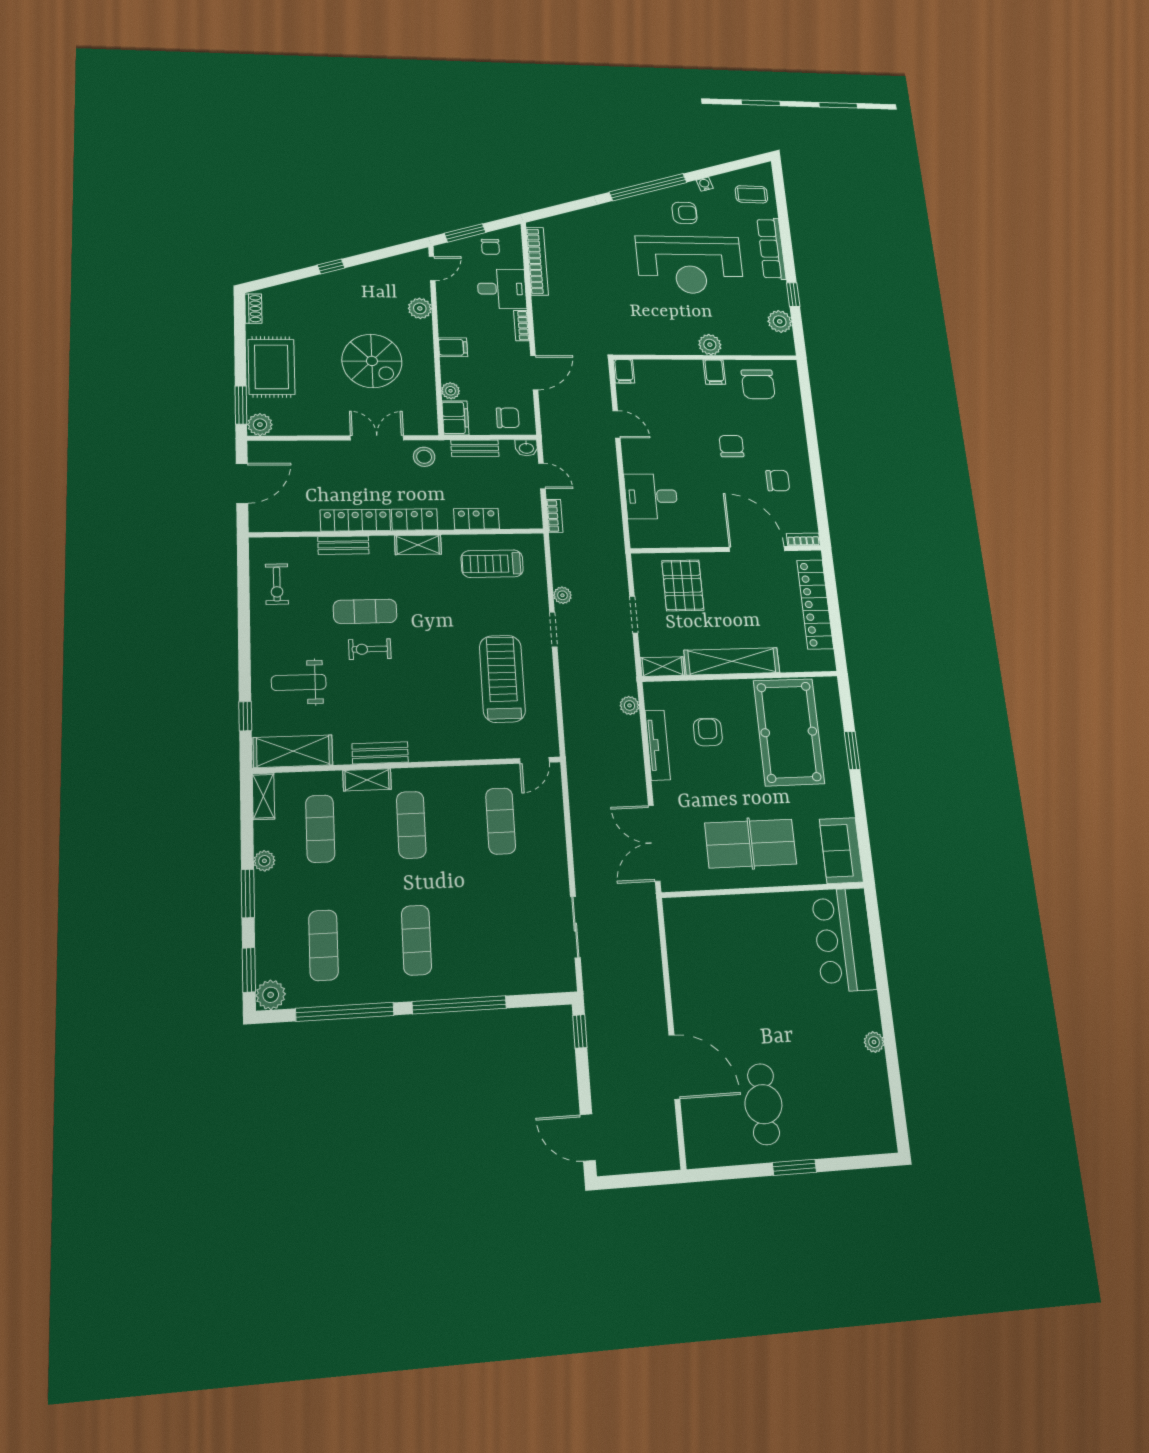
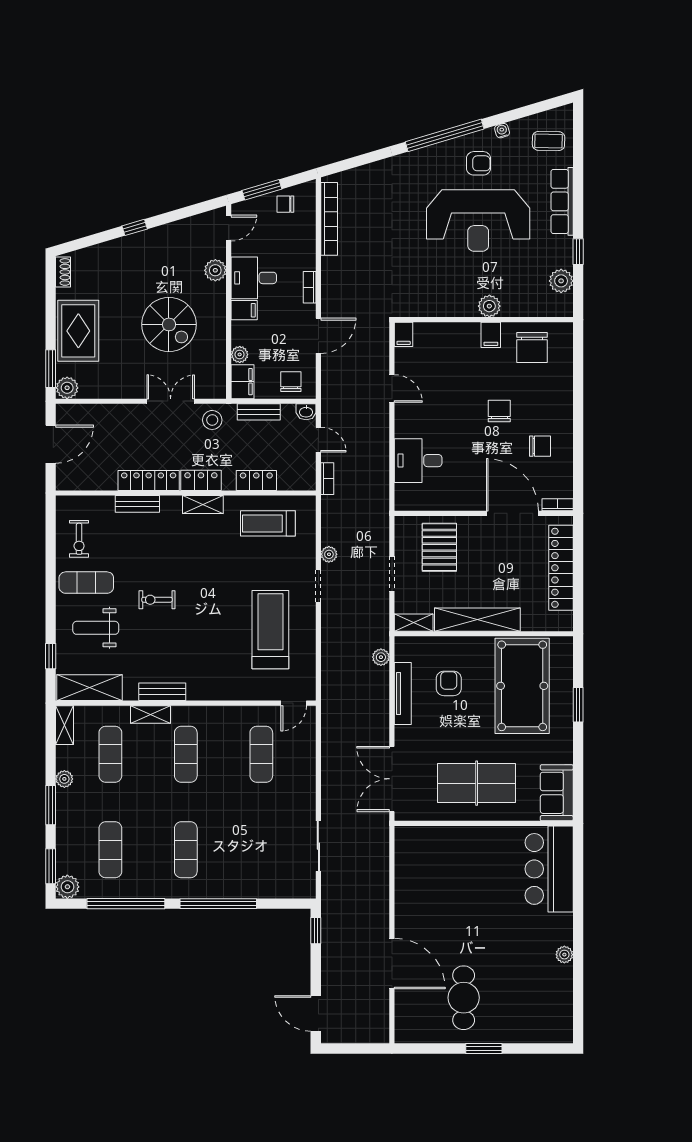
chair: (490, 247) -> (285, 204), turned 90
desk: (502, 289) -> (254, 278), moved, turned 180
chair: (508, 418) -> (291, 382), turned -90
exercise mat: (365, 611) -> (86, 583), moved

